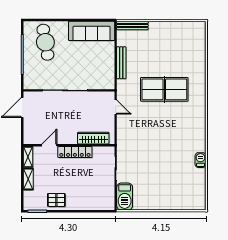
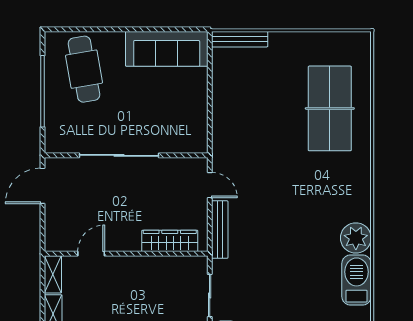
bench: (121, 63) -> (220, 230), moved
table tennis table: (164, 89) -> (330, 108), moved, turned 90
plant: (197, 137) -> (356, 238), added
locker: (75, 152) -> (137, 266), removed
barbecue: (200, 160) -> (357, 280), width x1.88, depth x1.53

